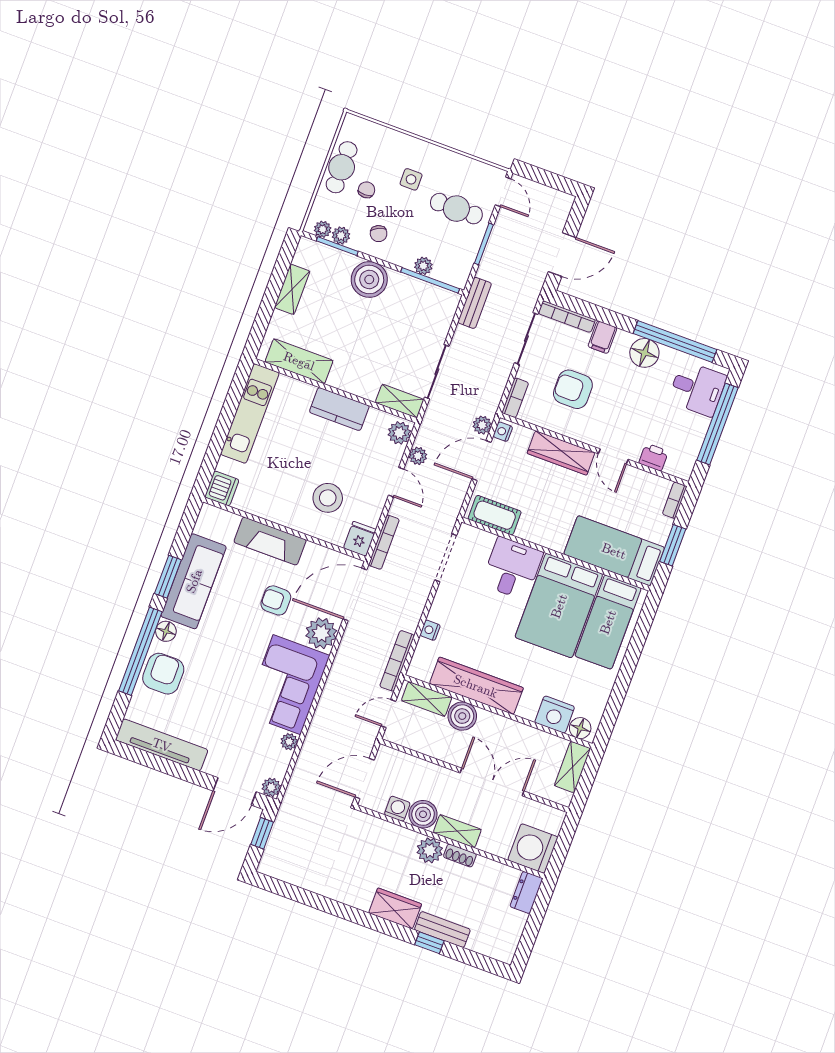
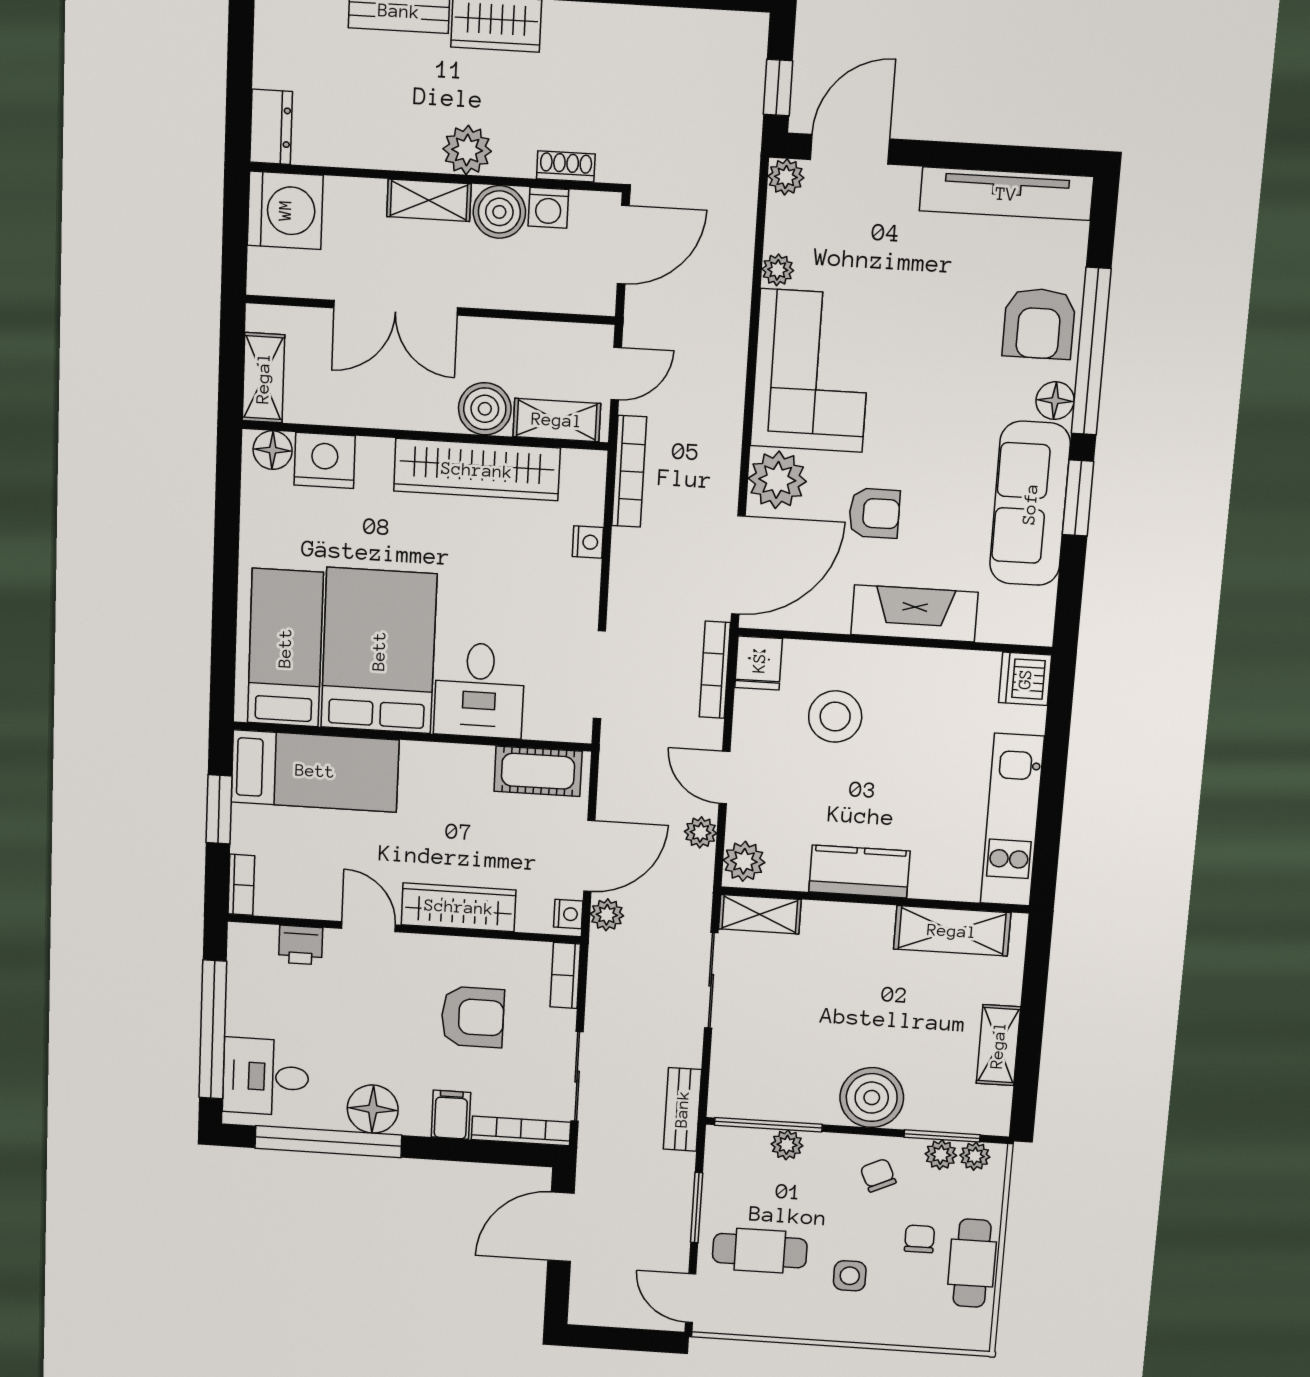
chair: (366, 190) -> (920, 1239), turned 180
shoe rack: (460, 855) -> (566, 166), moved

